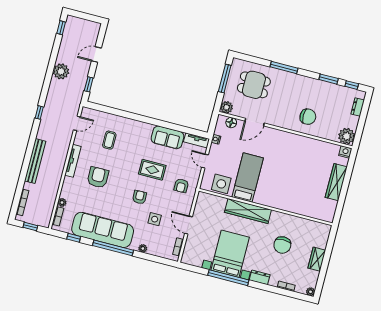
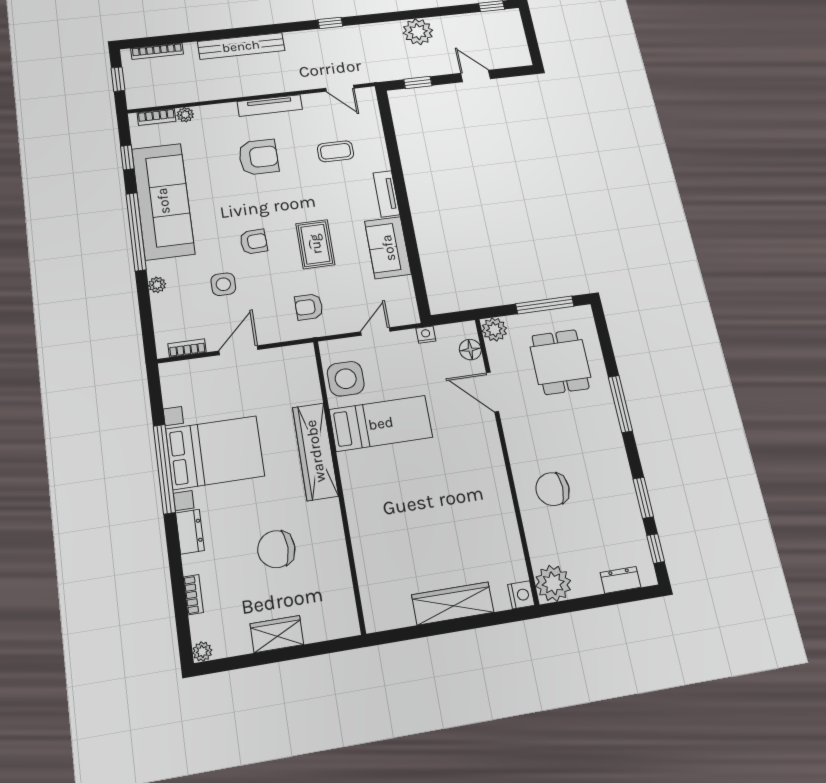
chair: (308, 117) -> (553, 489), turned 90
tv unit: (197, 140) -> (386, 194), moved

